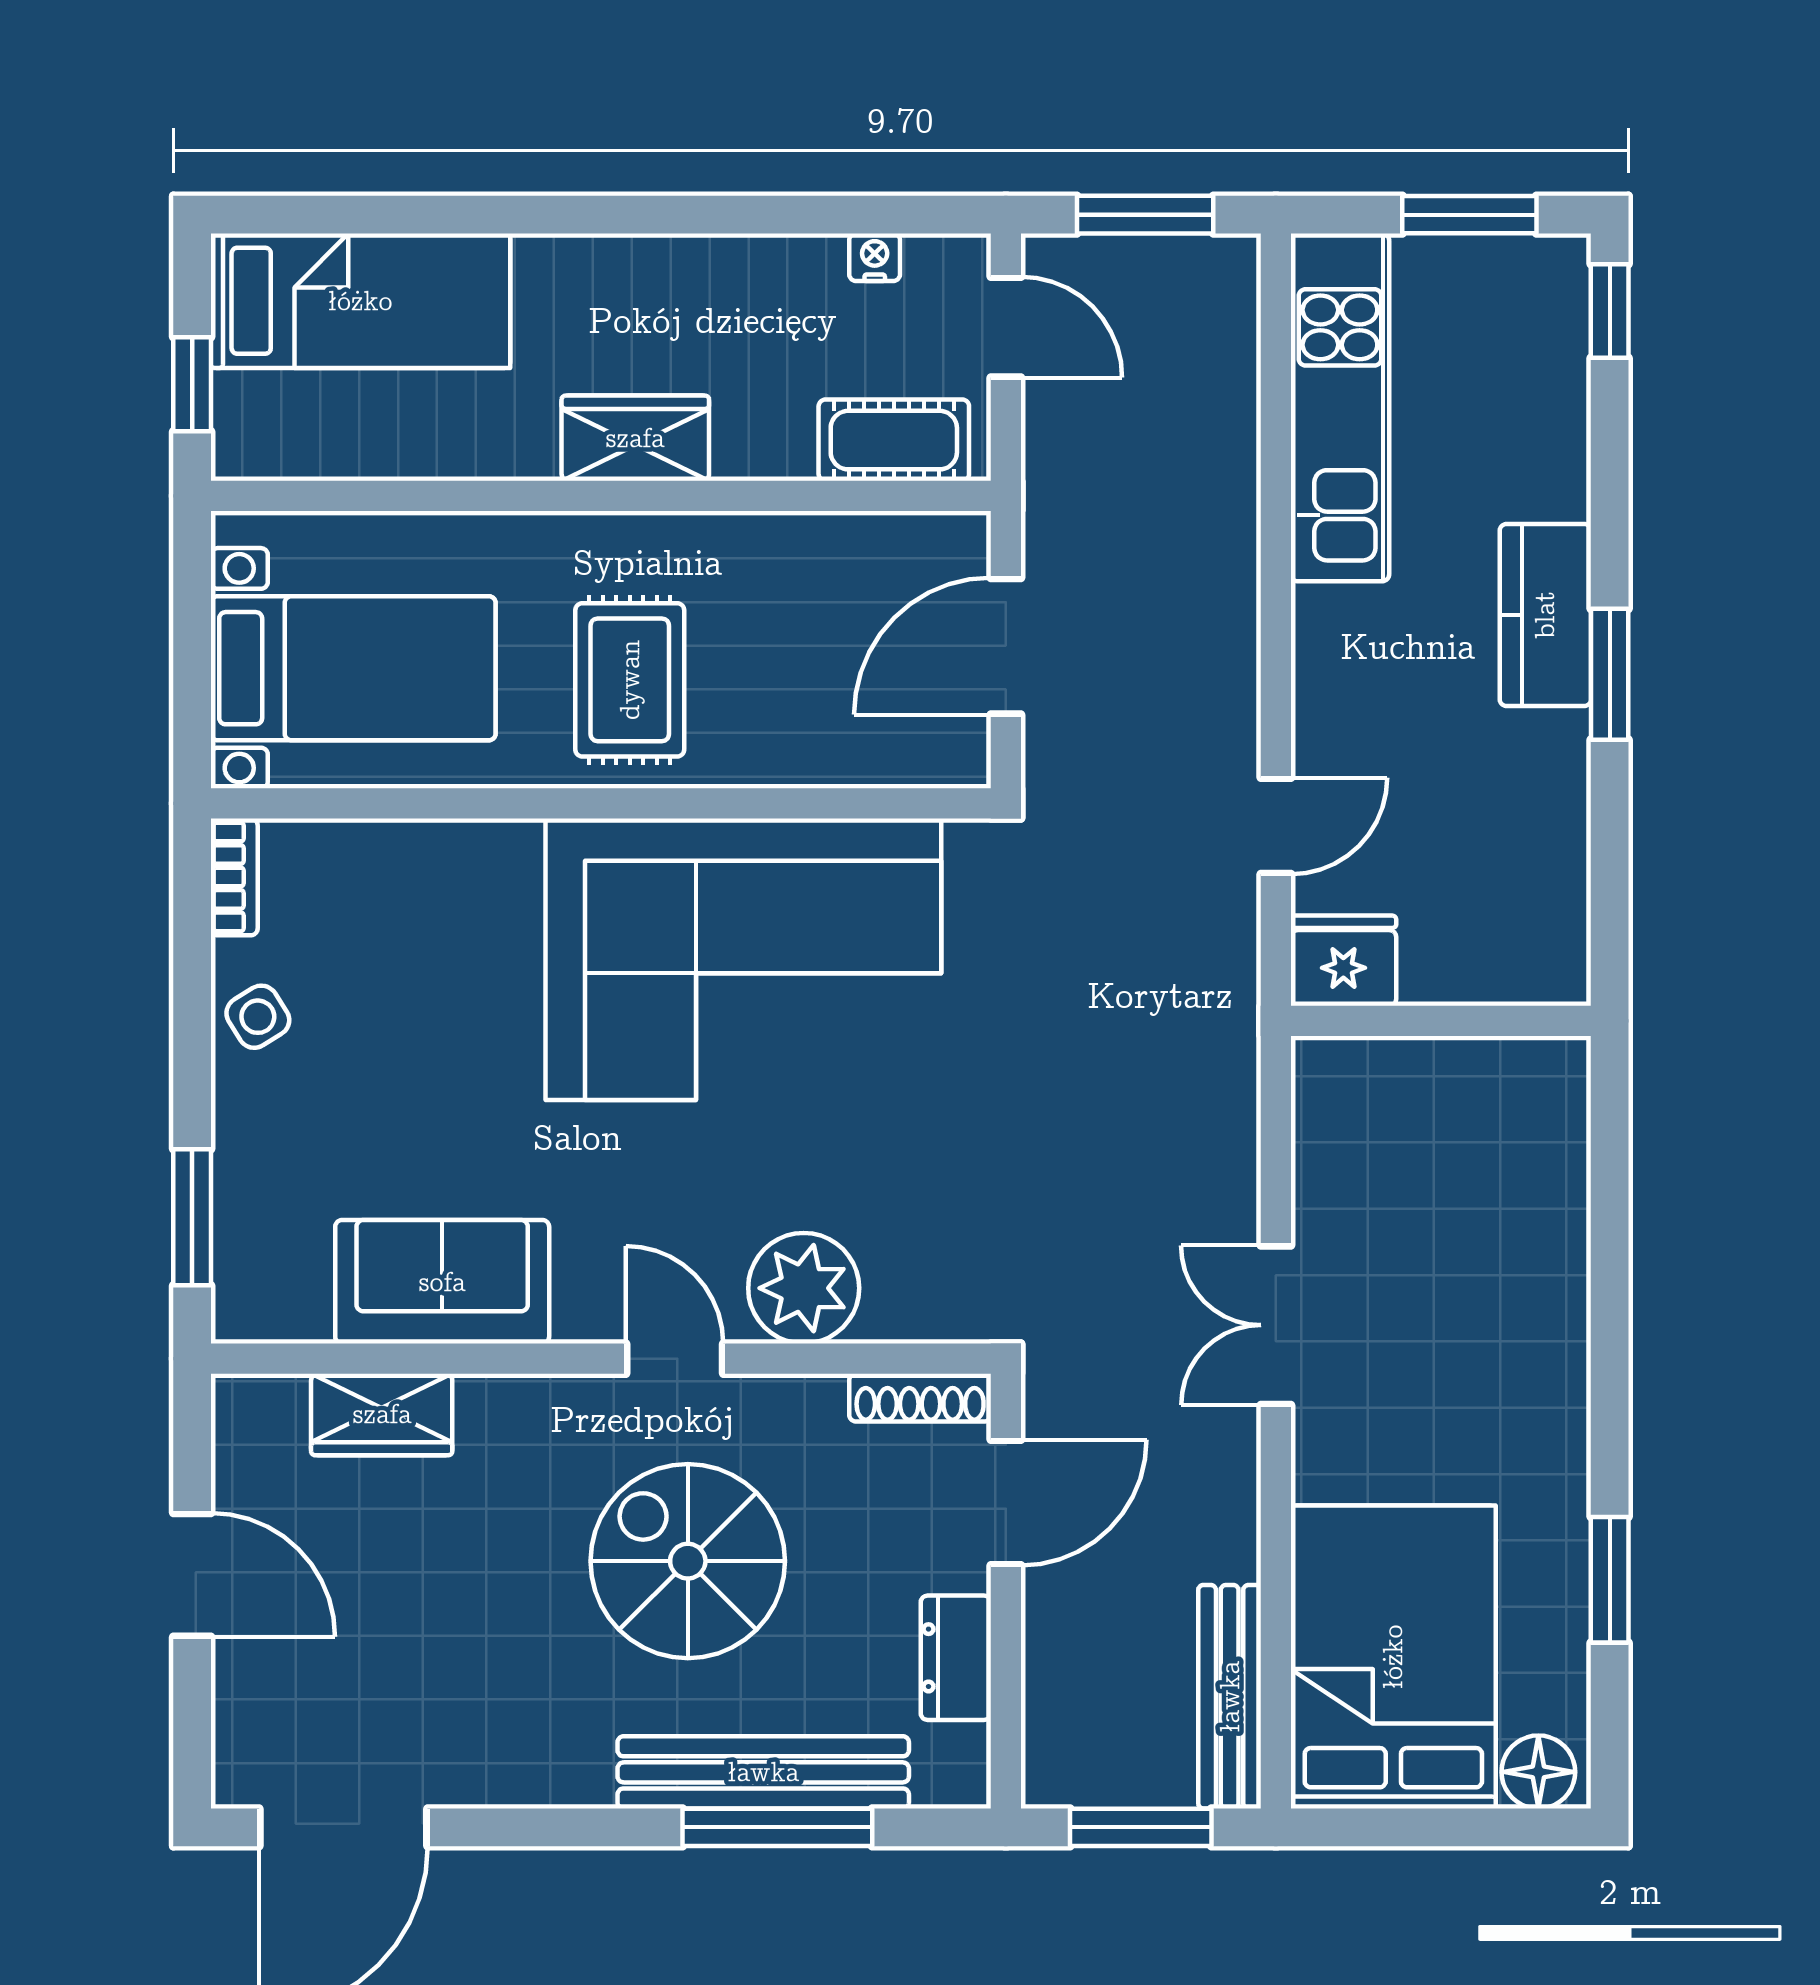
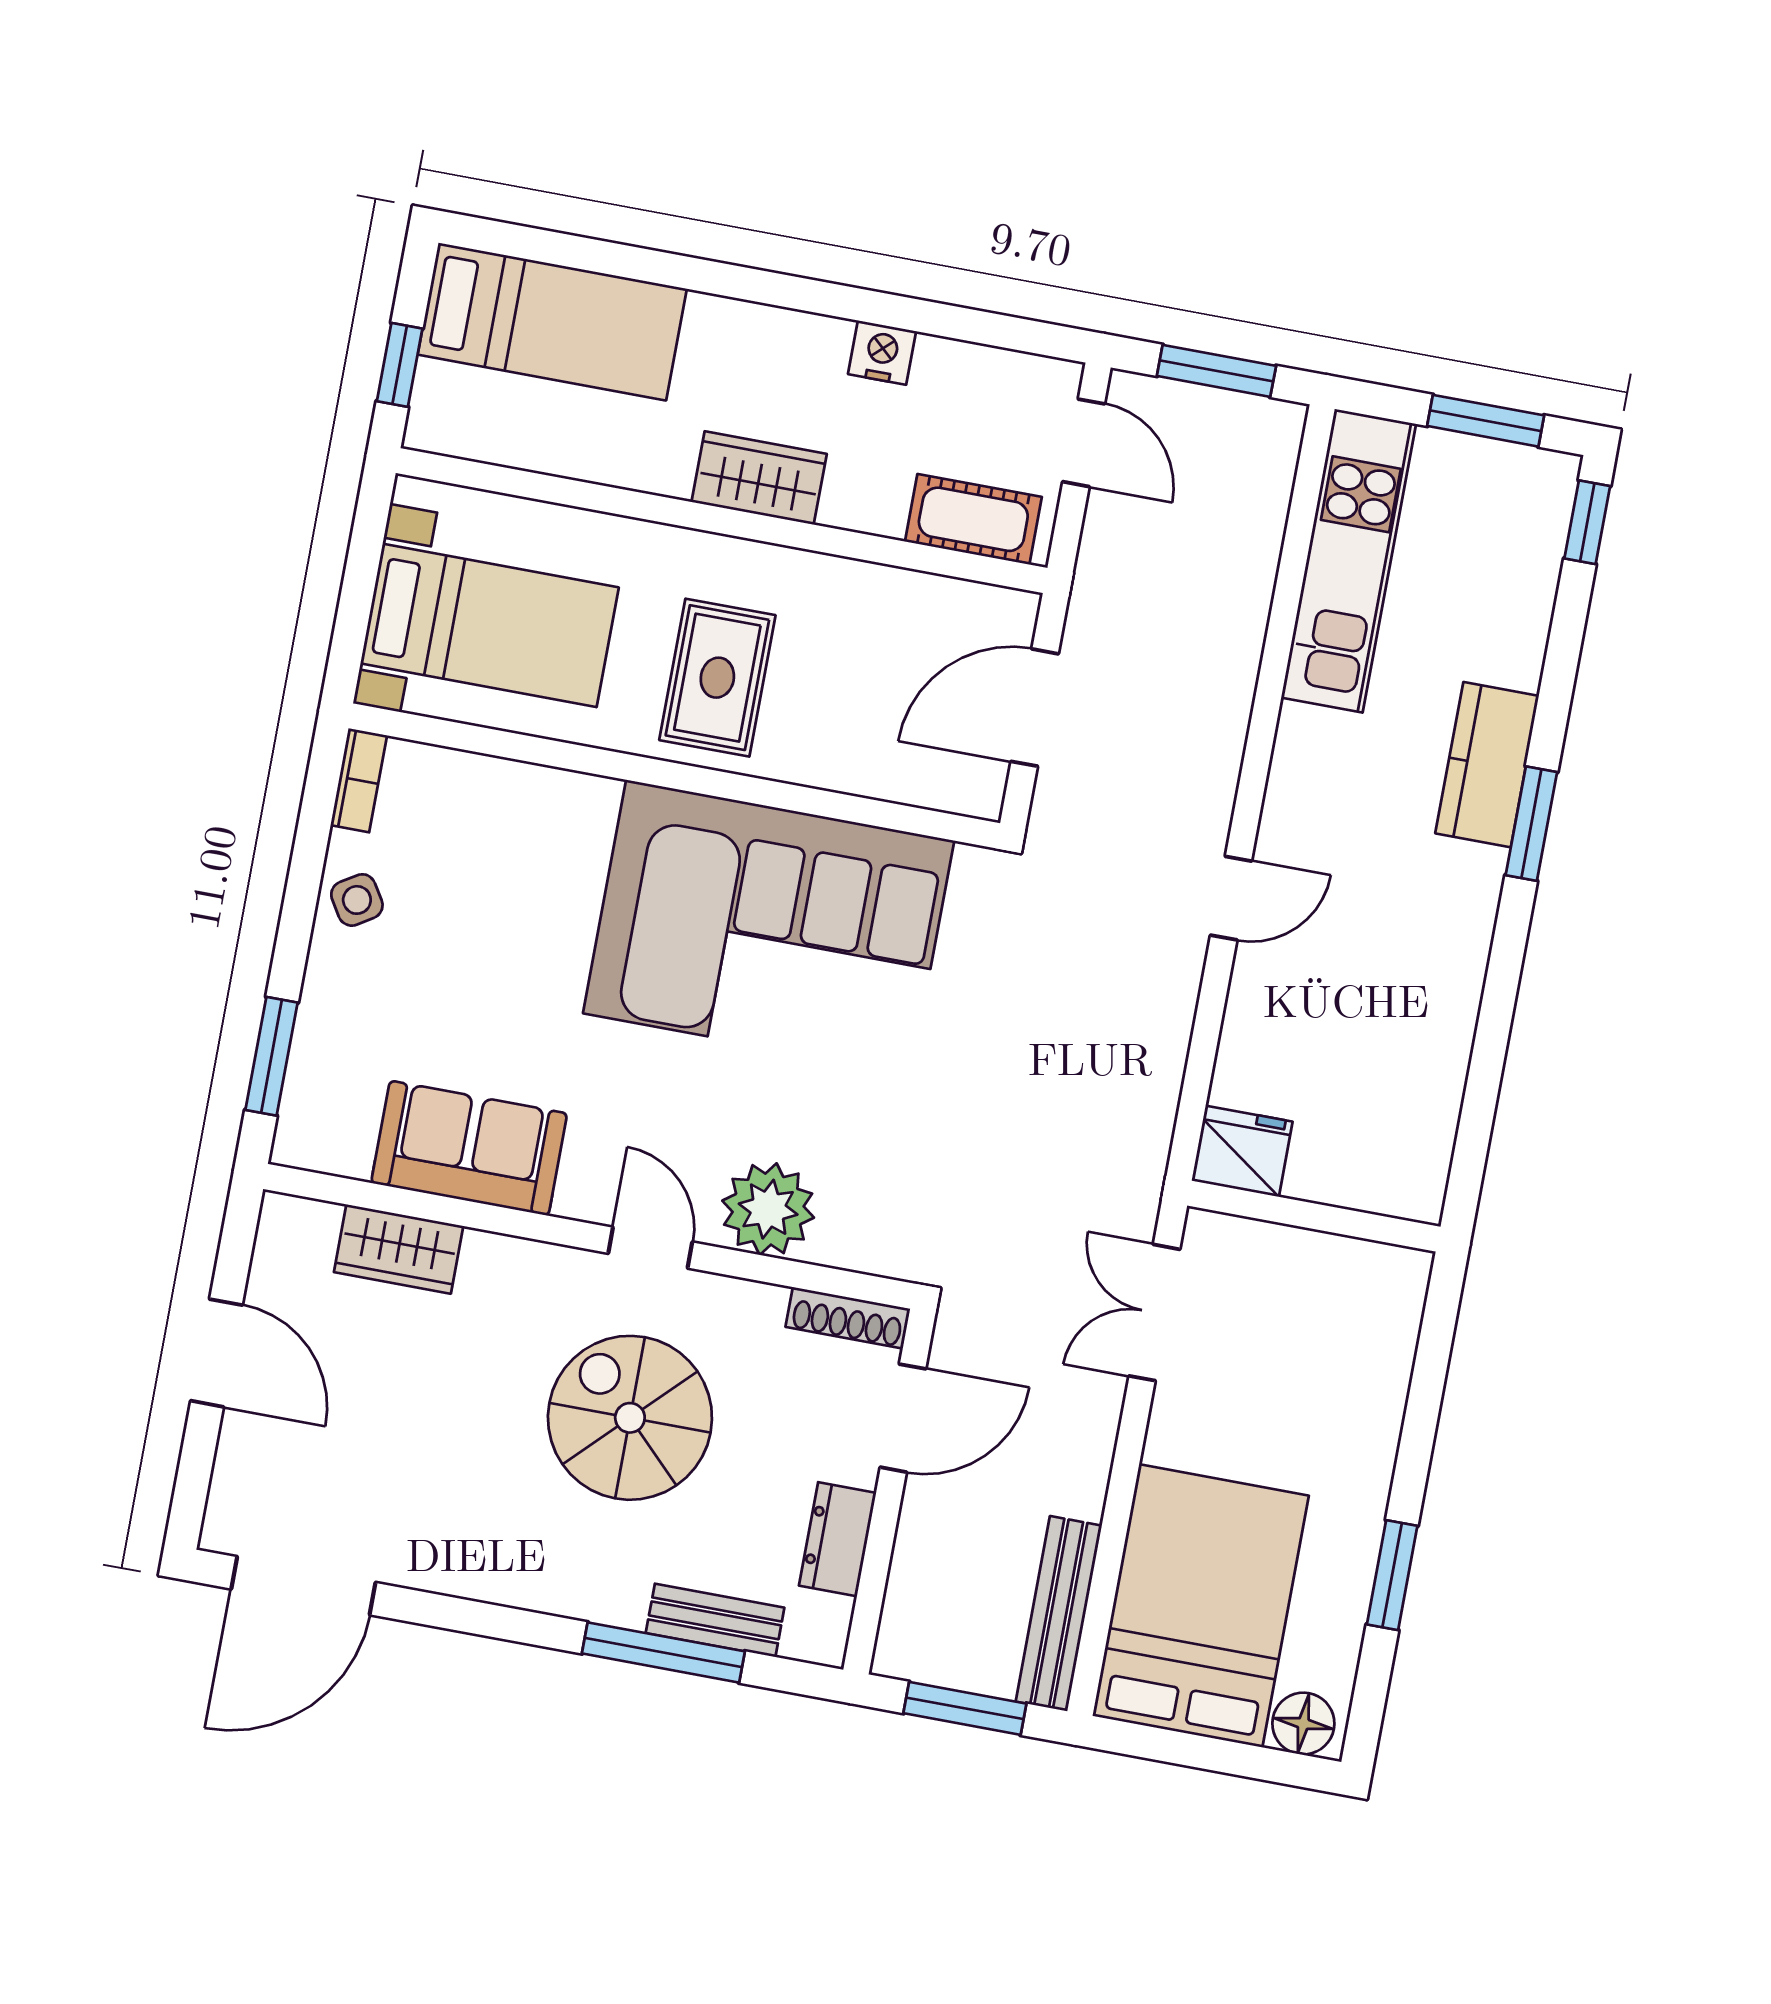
nightstand: (875, 257) -> (882, 353), moved, width x1.39, depth x1.35
fridge: (1343, 961) -> (1242, 1151), moved
wall: (1441, 1021) -> (1314, 1216), moved
bench: (763, 1772) -> (715, 1620), width x0.54, depth x0.82

